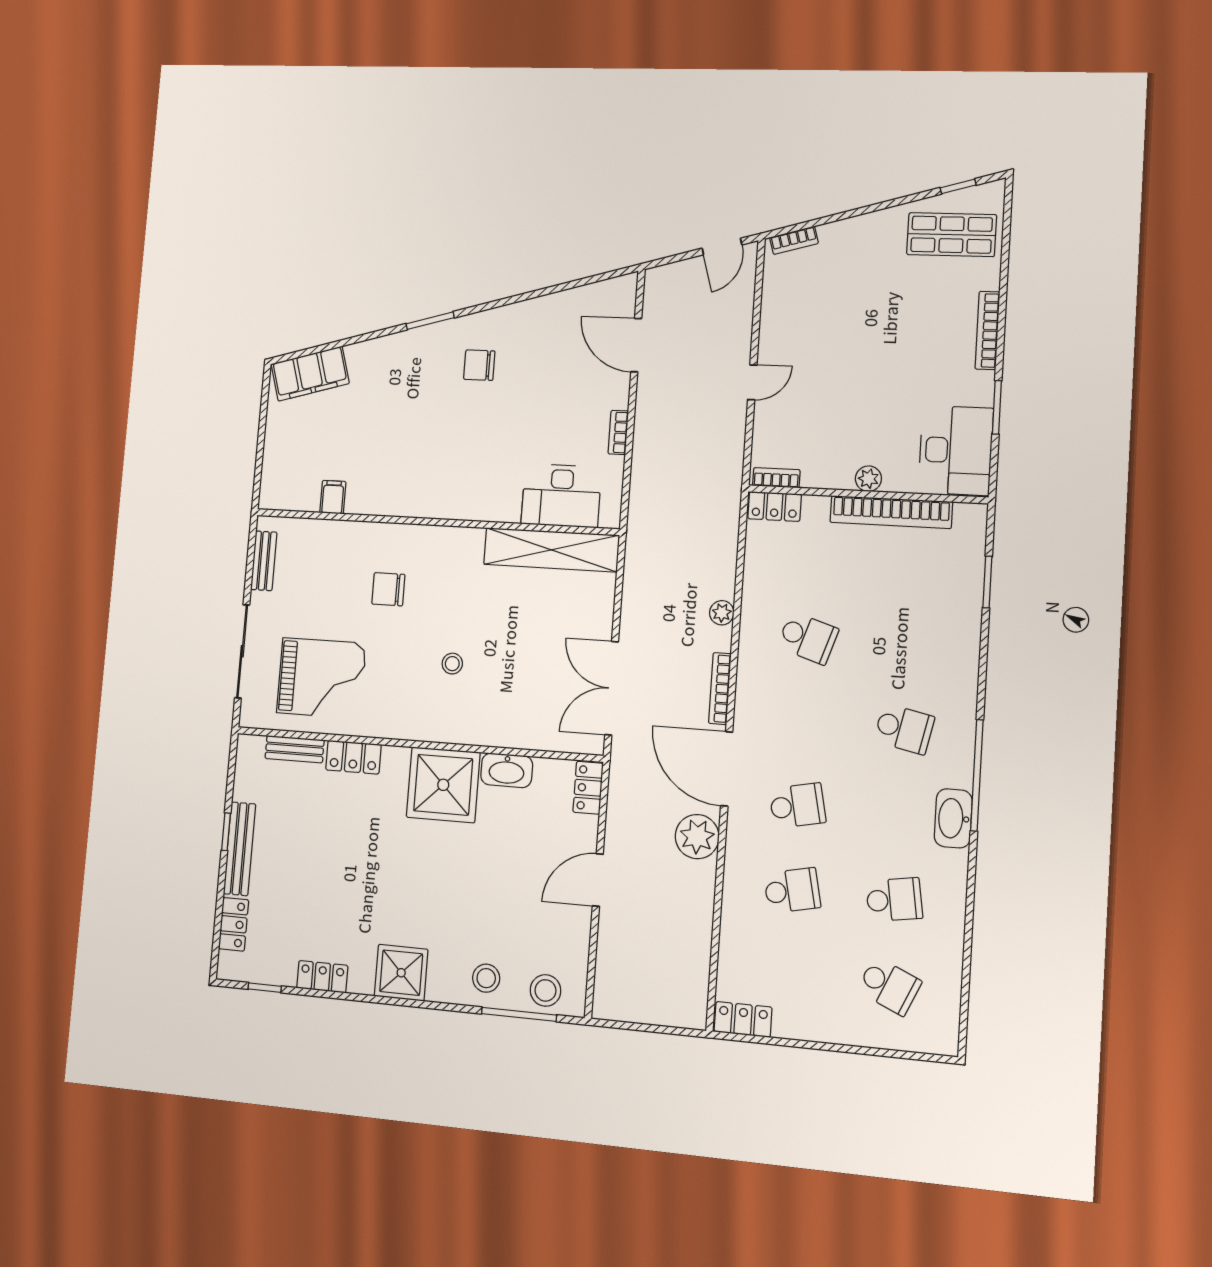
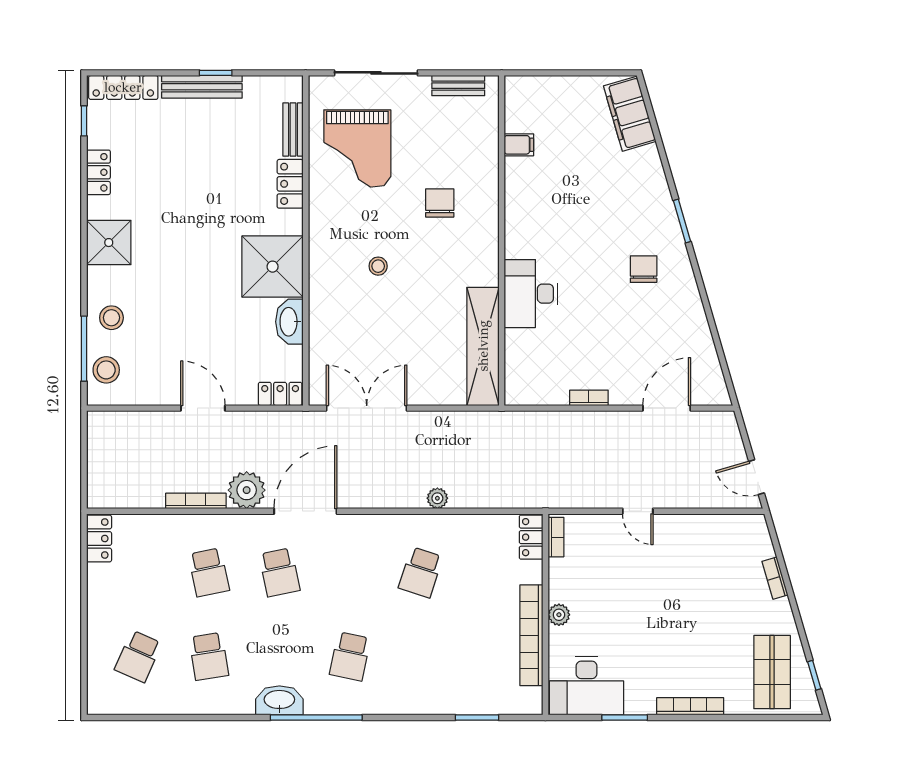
bookcase: (794, 240) -> (775, 578), moved
desk: (561, 496) -> (531, 294), moved
bookcase: (720, 689) -> (196, 501), moved
locker: (234, 924) -> (123, 87), width x1.53

